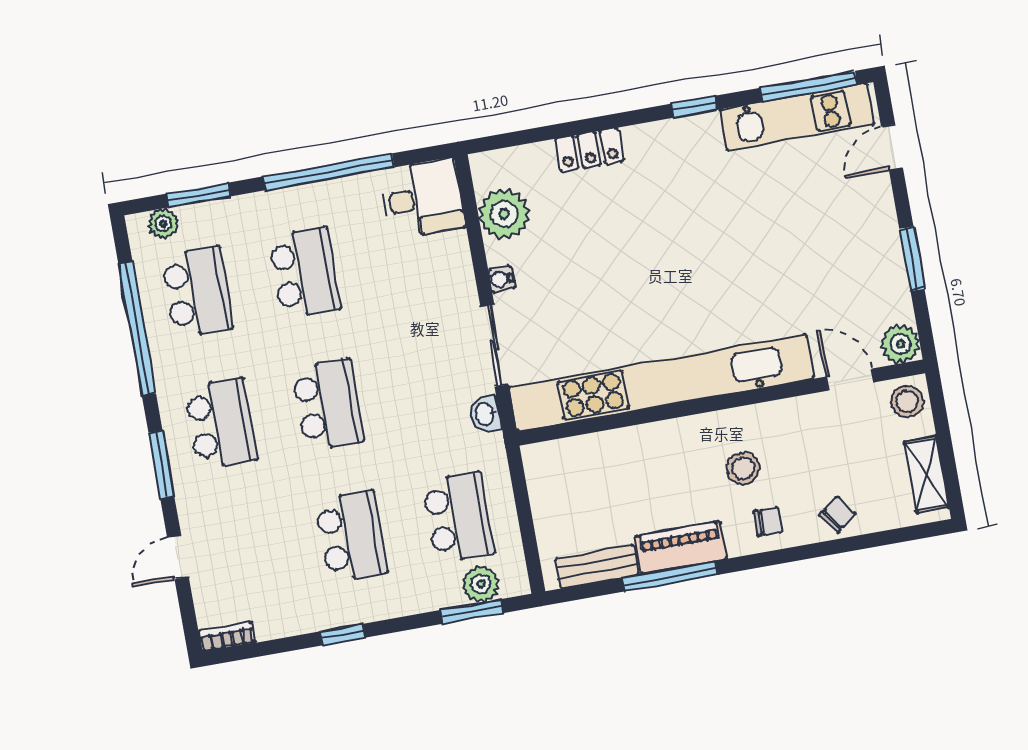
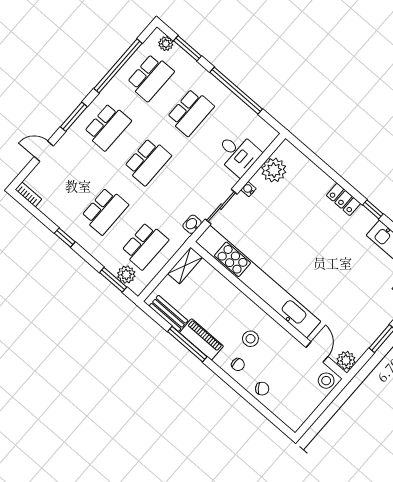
locker: (589, 150) -> (343, 199), moved
desk: (422, 199) -> (238, 154), moved
shelving: (927, 475) -> (185, 266), moved

